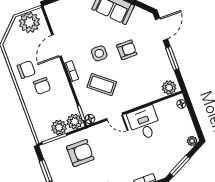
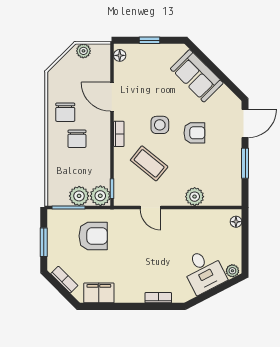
plant: (29, 23) -> (83, 51), width x0.53, depth x0.53
door: (56, 46) -> (112, 97), hinge flipped
chair: (26, 70) -> (65, 112), turned 90
plant: (169, 87) -> (195, 197), moved
floor lamp: (90, 119) -> (120, 55), moved
desk: (144, 123) -> (204, 271), moved, turned 153
window: (180, 166) -> (207, 295), removed

